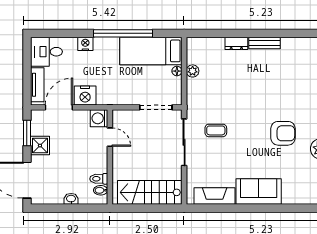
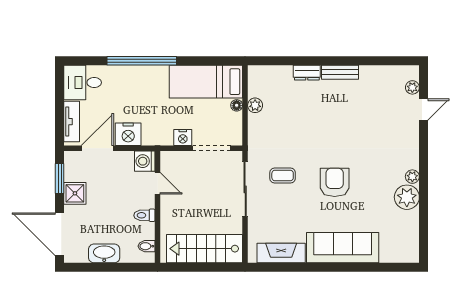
window: (123, 33) -> (142, 61), moved
nightstand: (85, 44) -> (183, 138), moved, turned 180
armchair: (283, 133) -> (335, 182), moved, turned -90
toilet: (99, 179) -> (144, 215), moved
sofa: (259, 192) -> (343, 248), width x1.36
washbasin: (71, 199) -> (104, 253), width x1.91, depth x1.45

